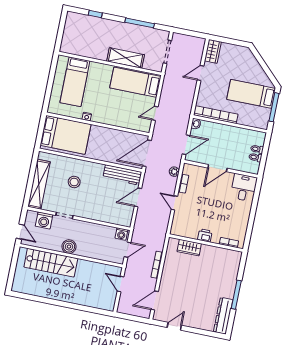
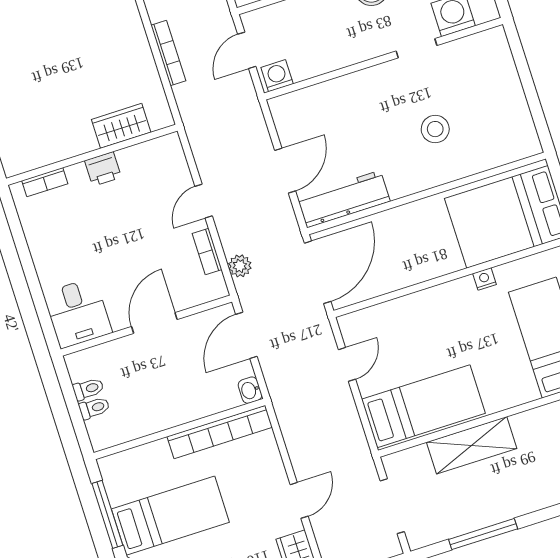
shelving: (39, 184) -> (506, 84), removed
door: (174, 203) -> (204, 201), swing flipped

